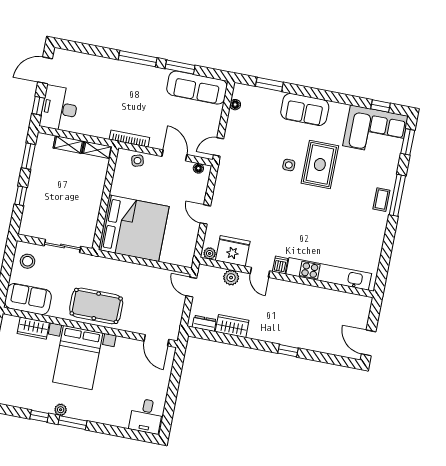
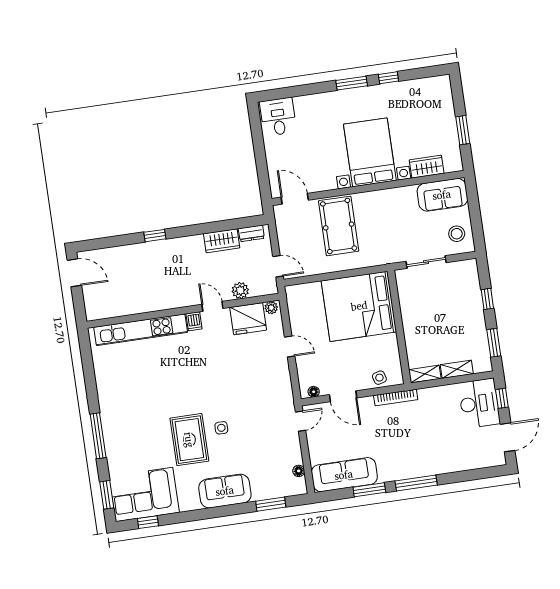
coffee table: (381, 200) -> (113, 426), removed
pool table: (96, 306) -> (339, 226), moved, turned 90
plant: (61, 410) -> (369, 92), removed

